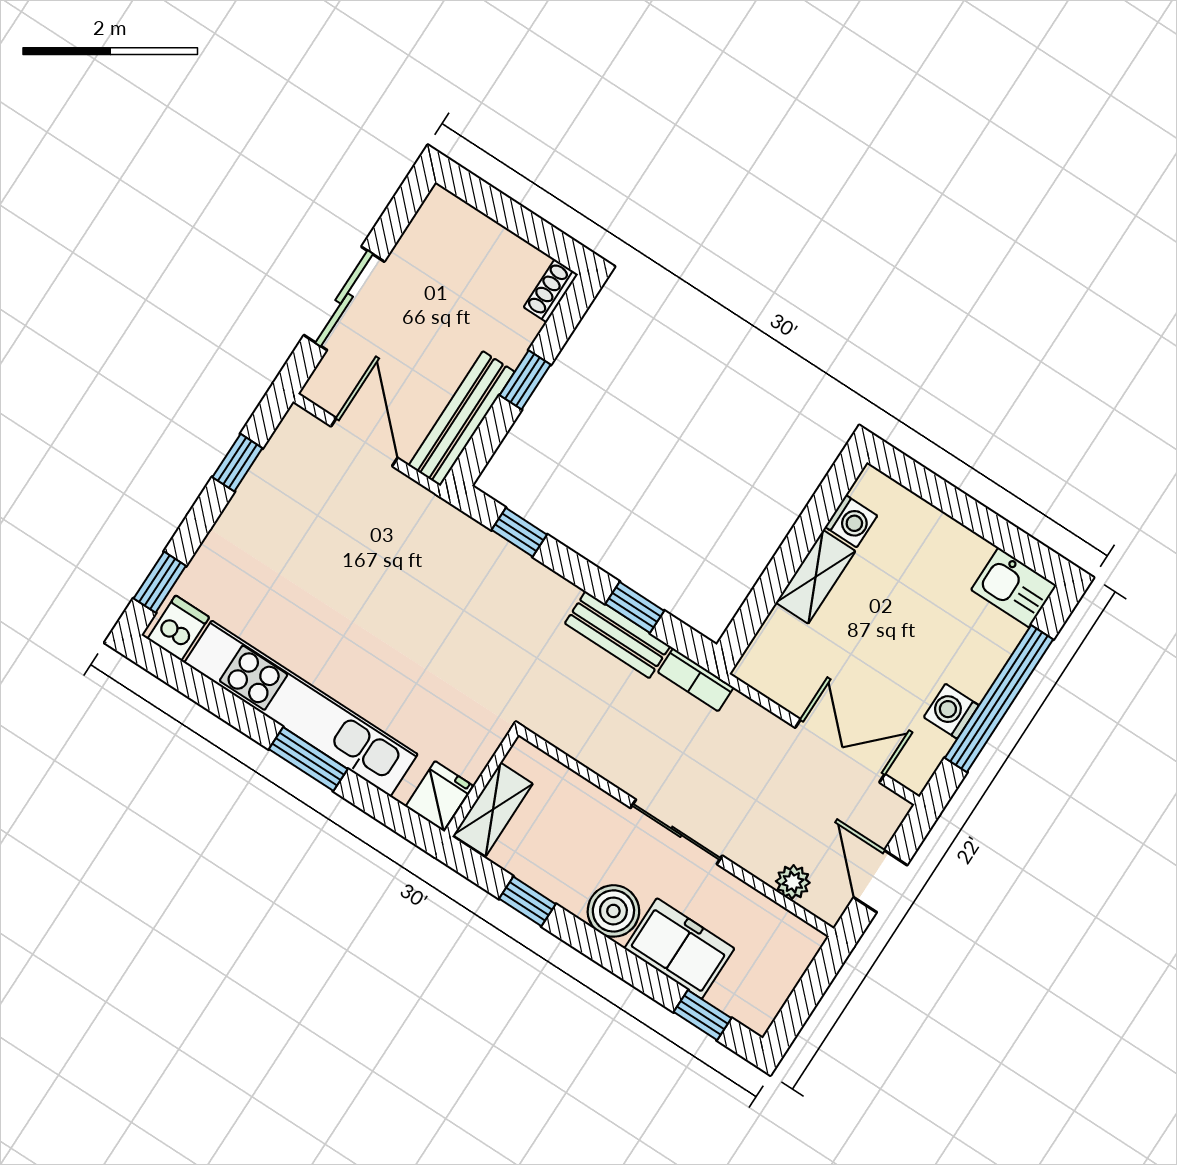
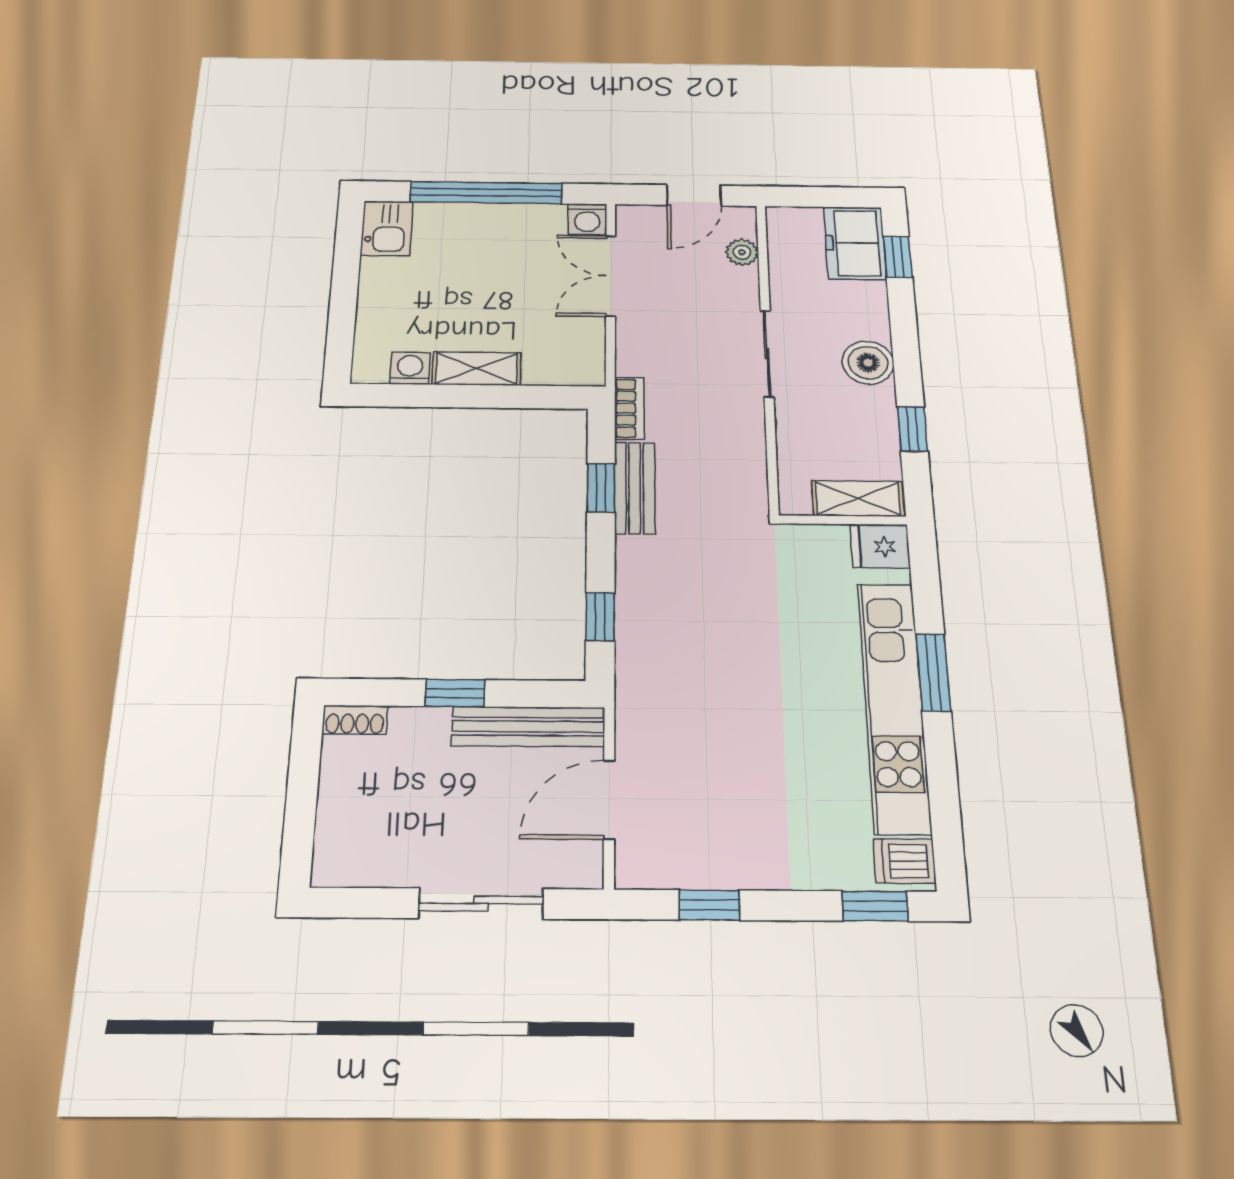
washing machine: (951, 711) -> (587, 219), moved
freezer: (679, 948) -> (855, 243), moved

